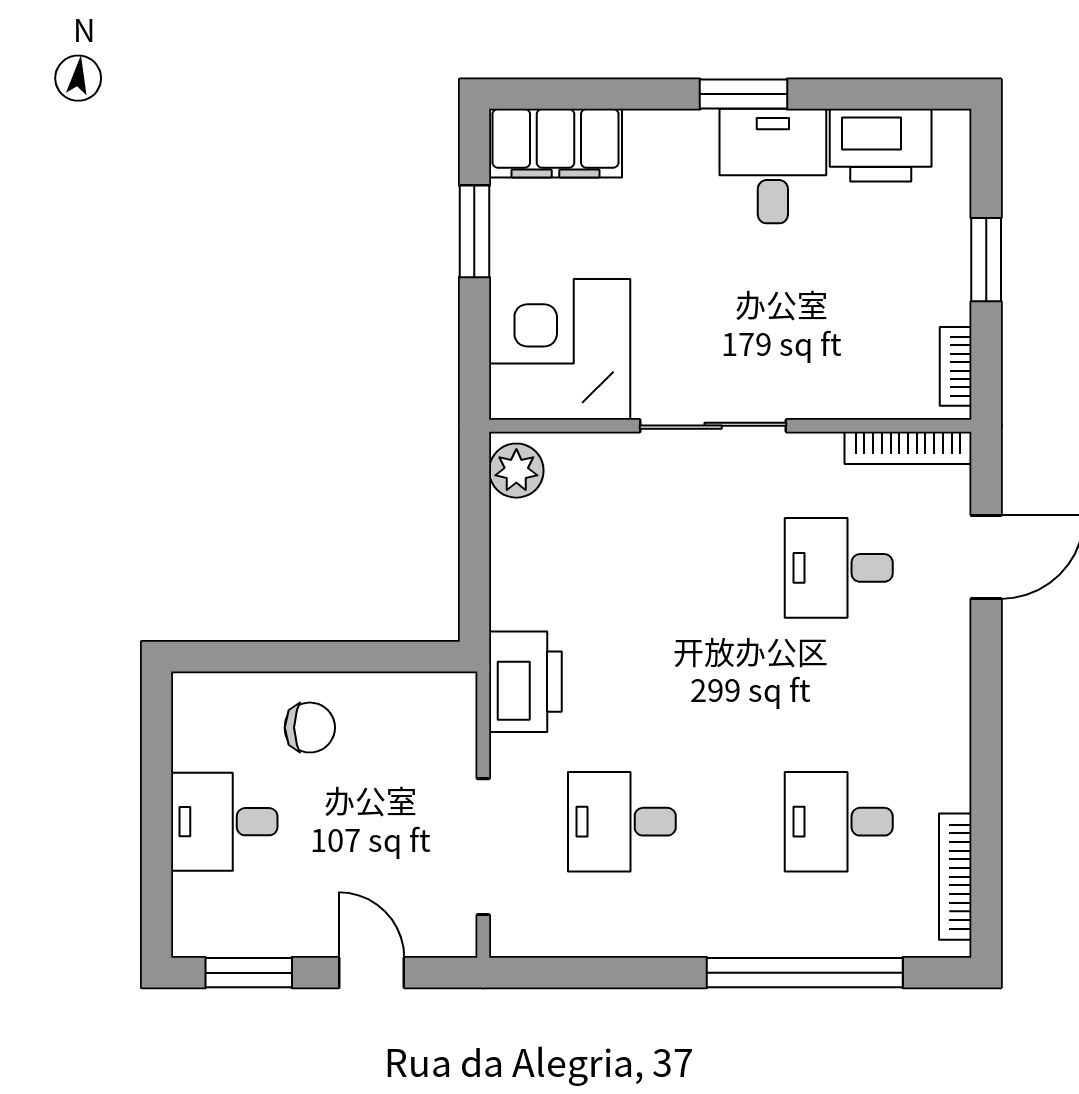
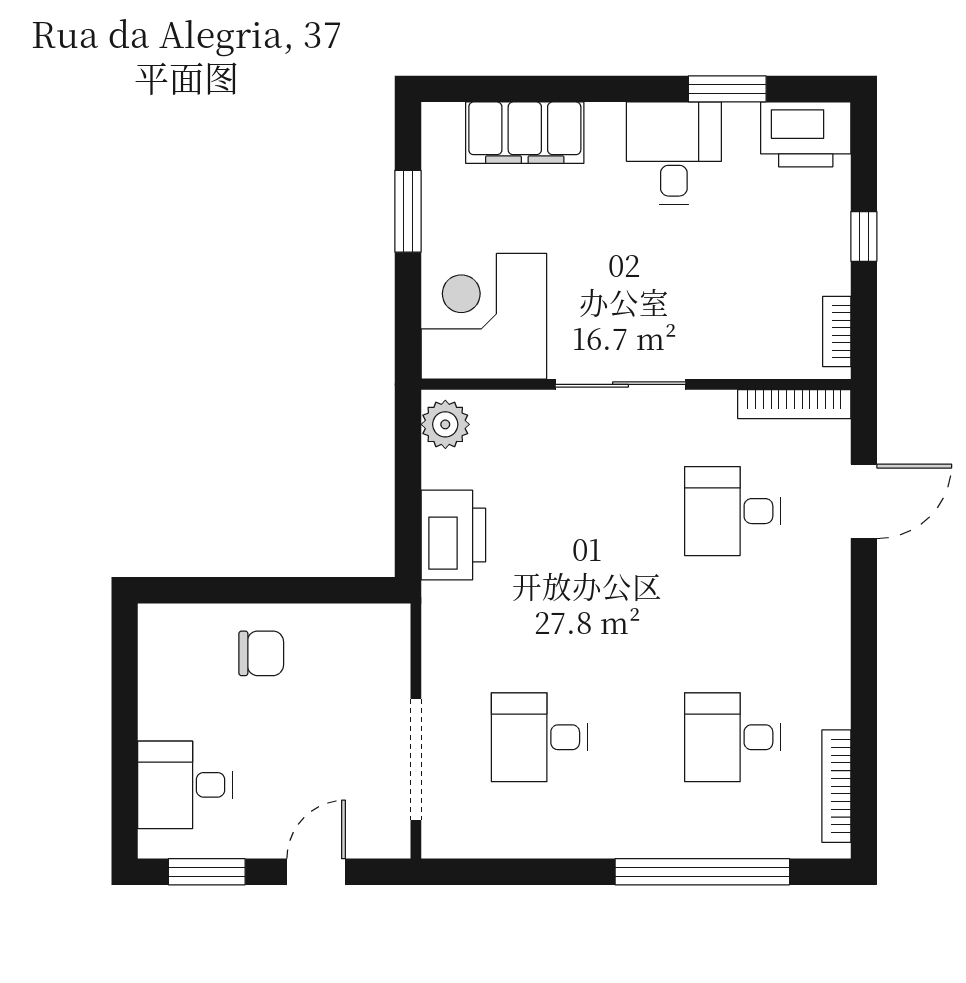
window: (743, 94) -> (727, 89), moved
filing cabinet: (555, 143) -> (525, 133), moved
printer: (881, 145) -> (806, 134), moved
window: (986, 260) -> (864, 236), width x0.67
printer: (525, 682) -> (453, 535), moved
desk: (224, 822) -> (185, 785), moved
door: (372, 973) -> (316, 872), hinge flipped

